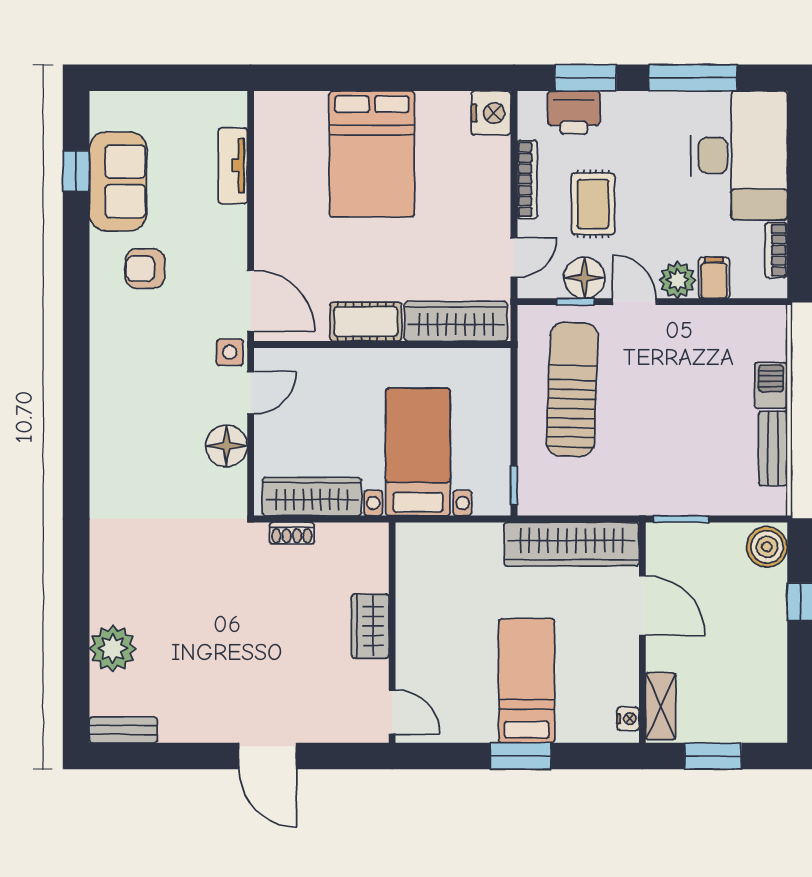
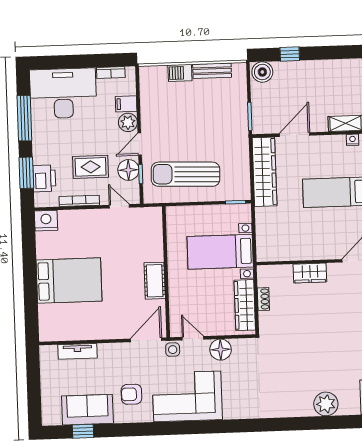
armchair: (145, 269) -> (131, 394), turned 90
wardrobe: (456, 321) -> (153, 235), removed
corner sofa: (137, 378) -> (187, 396), added
shoe rack: (292, 533) -> (263, 299), moved

